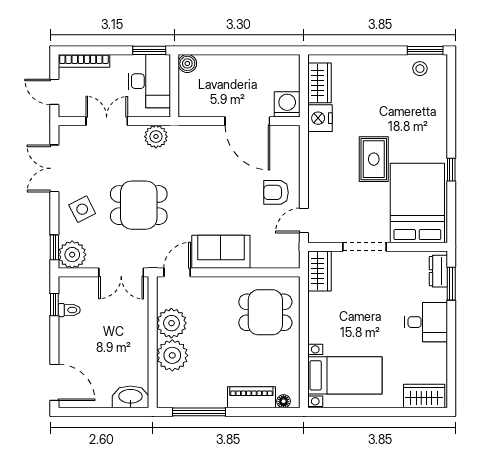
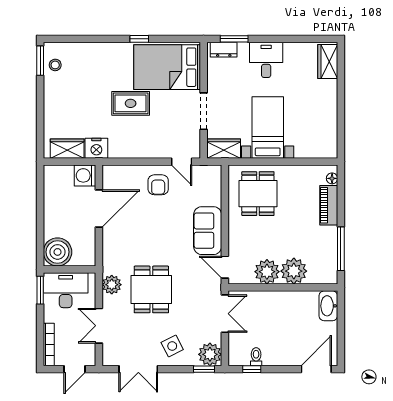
boiler: (187, 63) -> (58, 252), width x1.86, depth x1.86
dining table: (139, 205) -> (151, 289), moved
bed with nightstands: (345, 375) -> (268, 127), moved

